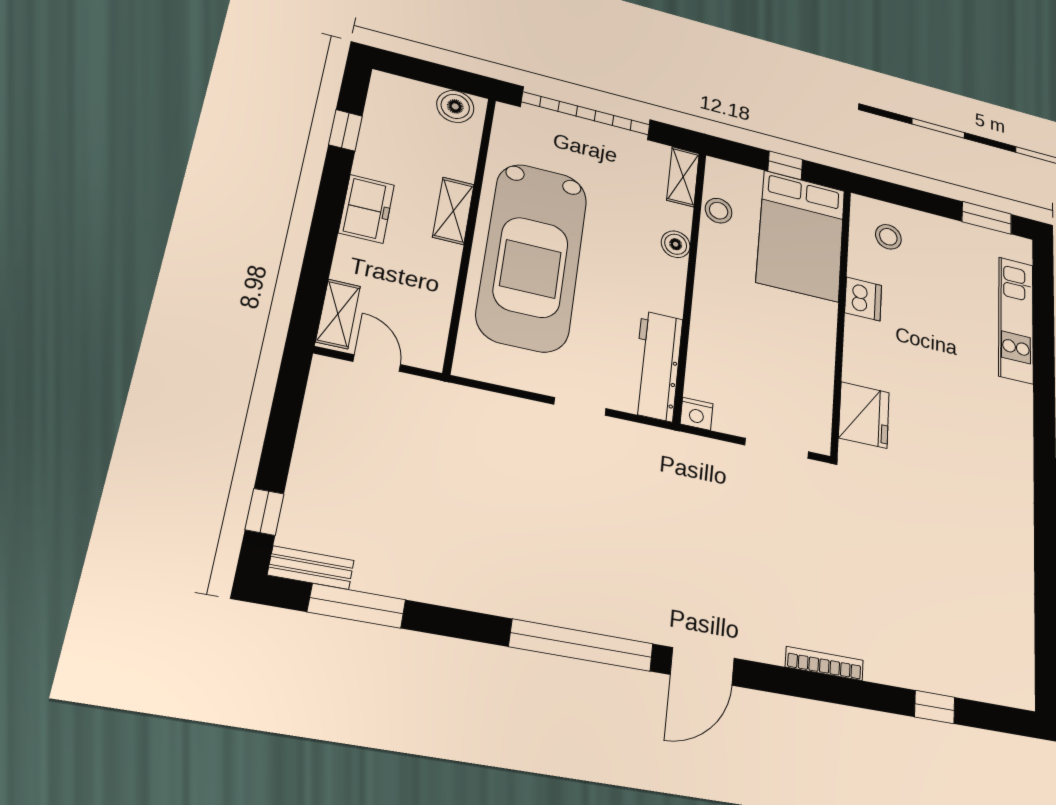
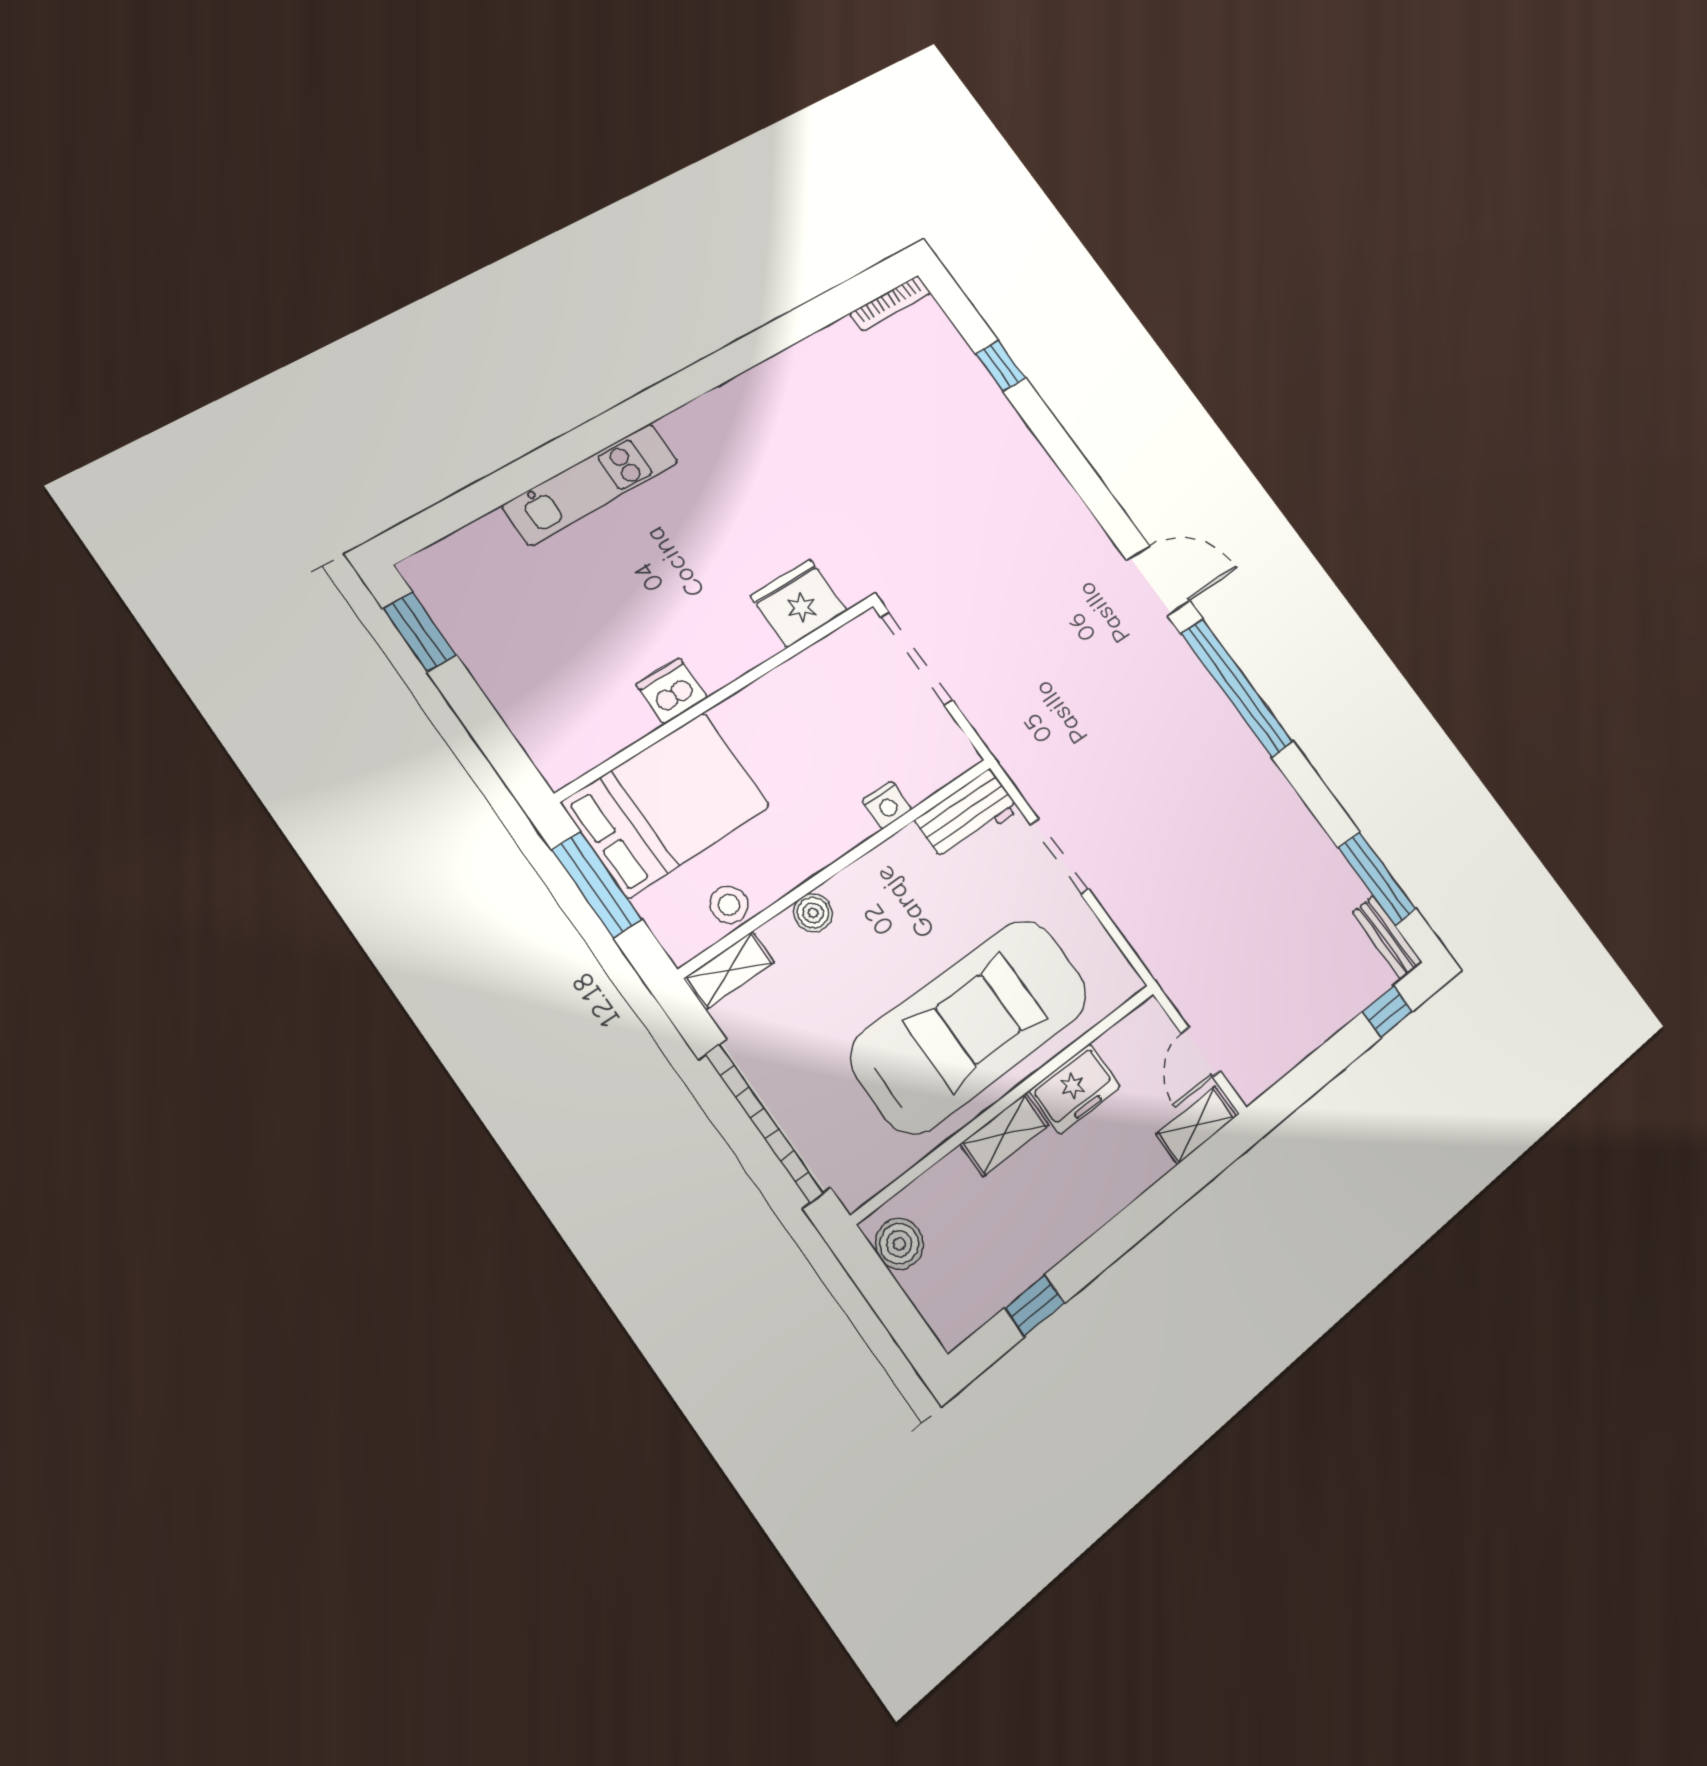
window: (785, 165) -> (597, 885), width x2.17
freezer: (366, 209) -> (1075, 1089), moved, turned 180
stool: (888, 237) -> (566, 718), removed
kitchen unit: (1016, 320) -> (591, 484), moved
workbench: (657, 366) -> (967, 815), width x0.73
doorway: (580, 406) -> (1060, 857), width x1.38
nightstand: (697, 414) -> (887, 805), moved, turned 90
doorway: (777, 448) -> (917, 659), width x1.36
bookcase: (824, 664) -> (890, 303), moved, turned -90

